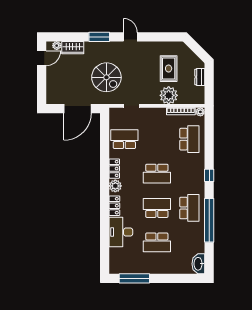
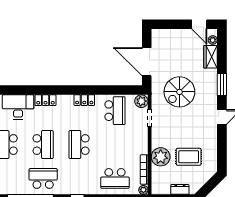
plant: (115, 186) -> (141, 101), moved
school desk: (189, 208) -> (43, 178), turned 180

